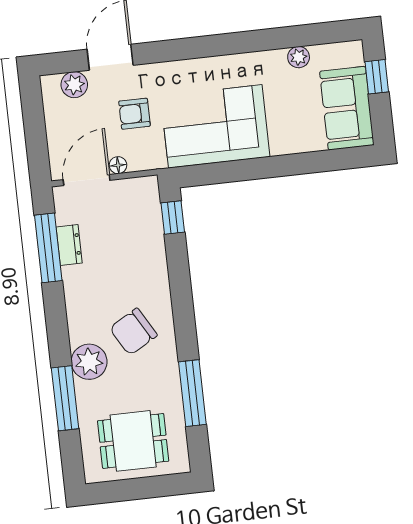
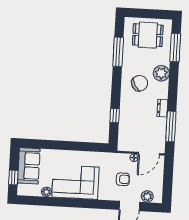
corner sofa: (215, 126) -> (75, 182), moved, turned 180
window: (173, 218) -> (115, 116), moved
dresser: (69, 245) -> (162, 108), moved
window: (65, 398) -> (175, 48), moved

